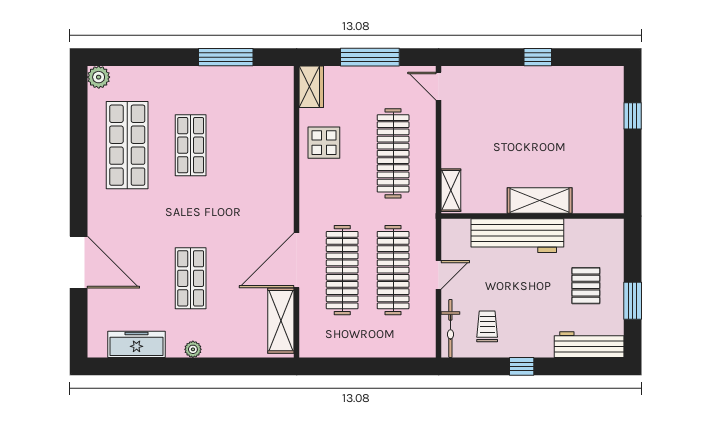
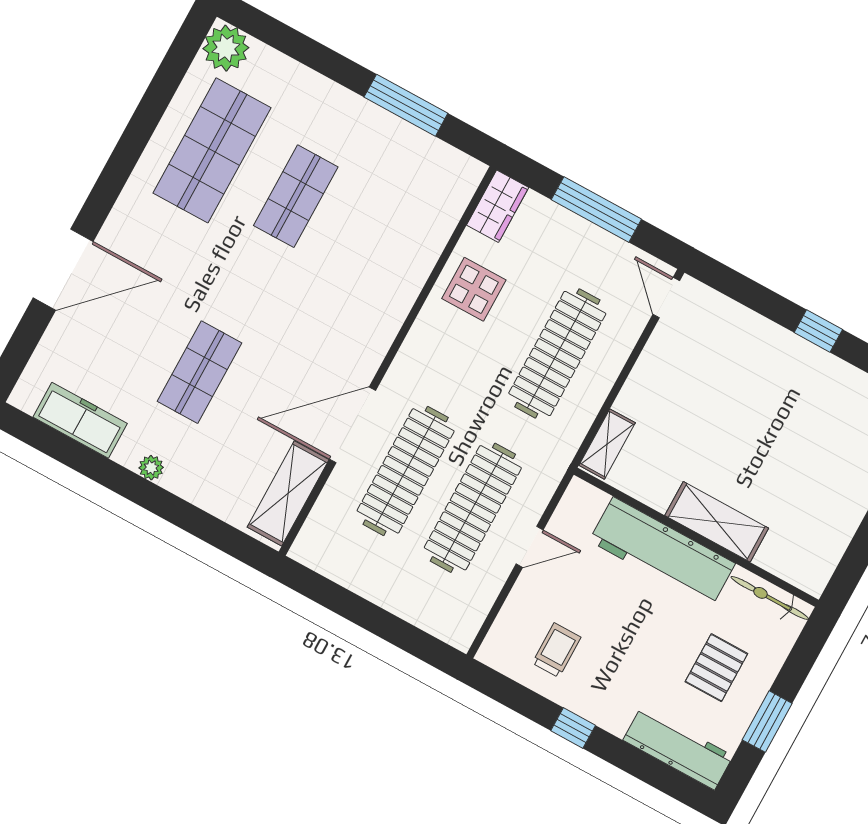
plant: (99, 77) -> (226, 48), width x1.36, depth x1.36
door: (79, 262) -> (63, 270), hinge flipped
bicycle: (450, 328) -> (770, 598), moved, turned 90

